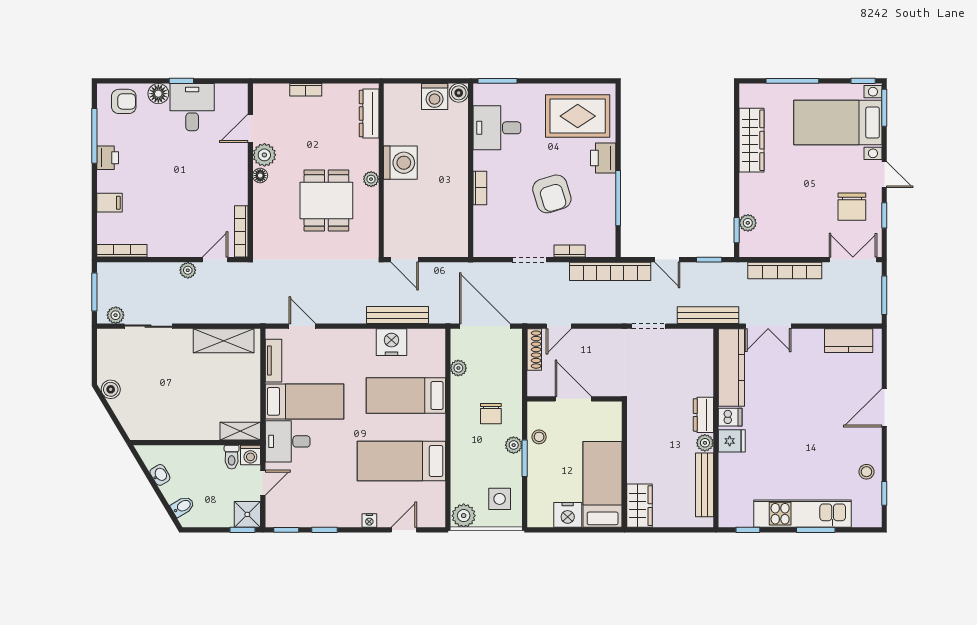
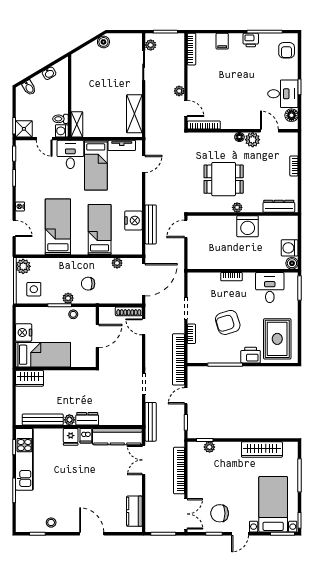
floor lamp: (158, 94) -> (291, 115), moved
kitchen unit: (802, 514) -> (24, 459), moved

